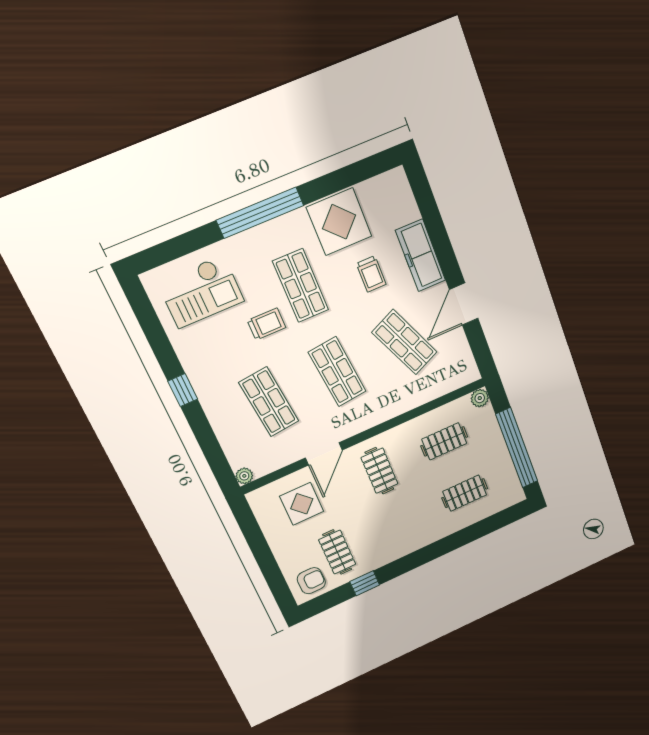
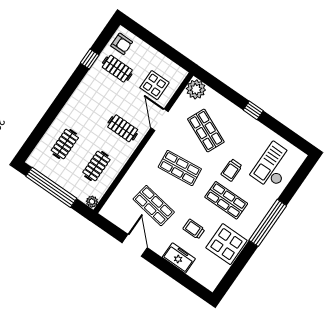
freezer: (421, 255) -> (179, 258), width x0.71
shop shelf: (405, 342) -> (154, 206), turned 33
shop shelf: (269, 402) -> (206, 130), turned 30
plant: (244, 476) -> (196, 89), width x1.87, depth x1.87
armchair: (311, 581) -> (122, 44), turned -90

